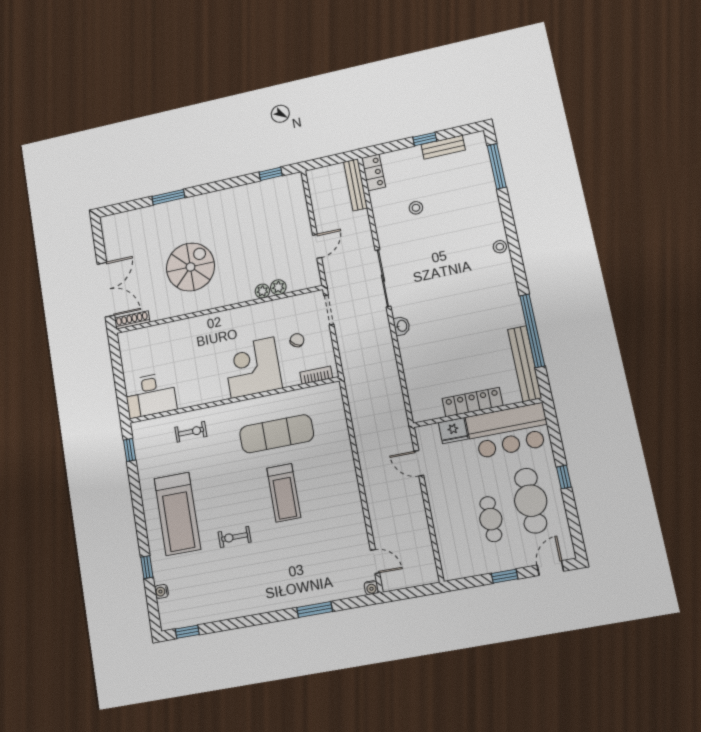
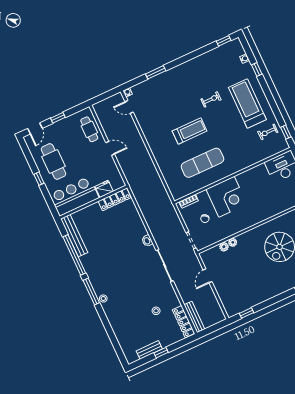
window: (497, 166) -> (91, 291), moved
locker: (373, 172) -> (184, 322), width x1.53
locker: (473, 402) -> (115, 199), moved
exercise bike: (191, 432) -> (268, 132), moved
door: (419, 463) -> (110, 148), moved
treadmill: (284, 493) -> (190, 131), turned 90
cafe table: (491, 519) -> (89, 129), moved

